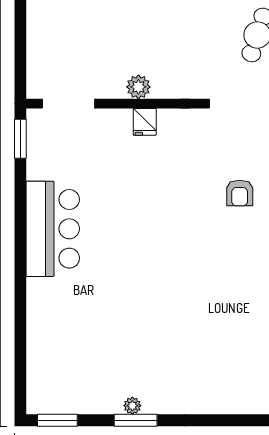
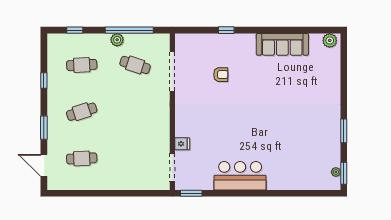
plant: (138, 87) -> (163, 129), removed
fridge: (145, 122) -> (182, 144), moved
plant: (132, 406) -> (336, 172), moved

